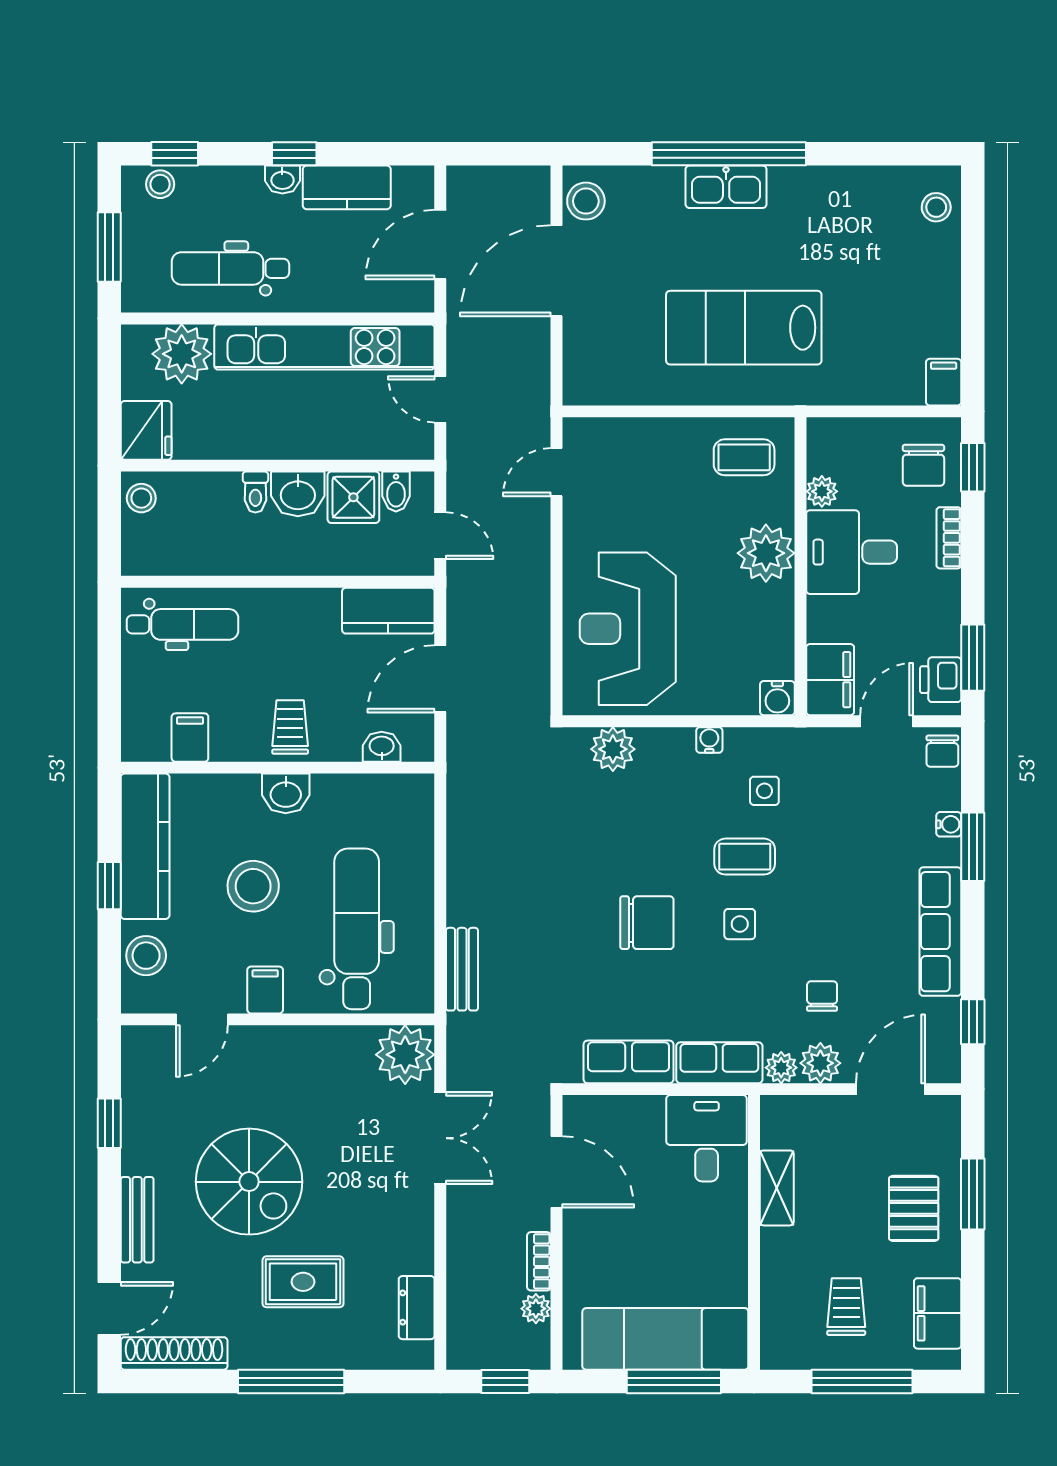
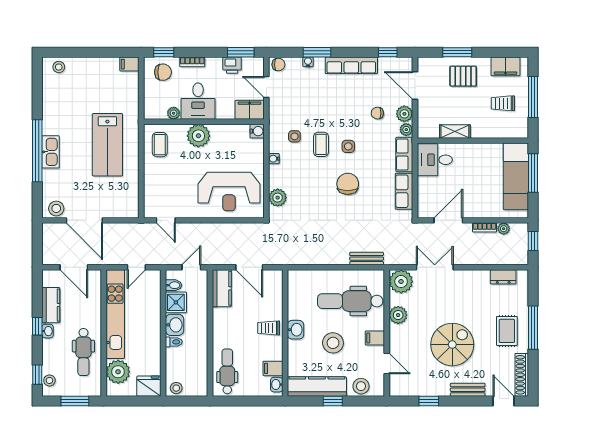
printer: (941, 680) -> (232, 65), moved
washbasin: (382, 747) -> (277, 385), moved
plant: (322, 1048) -> (398, 315), added
rug: (303, 1282) -> (507, 331), moved

